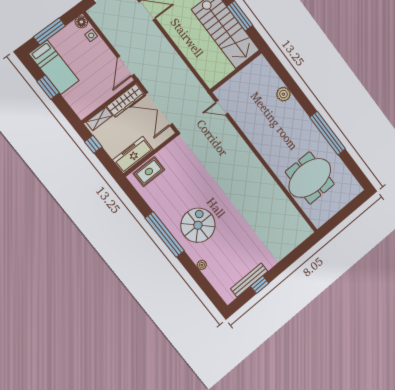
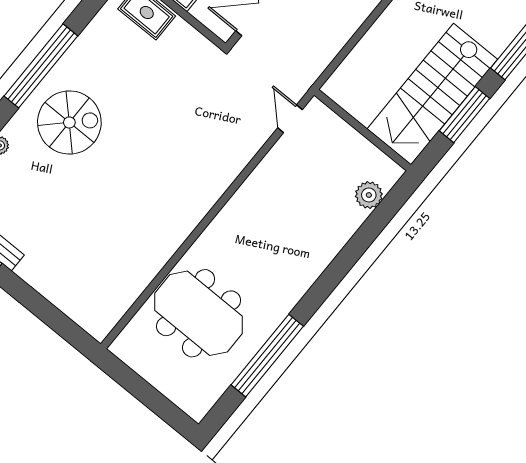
plant: (283, 94) -> (369, 195), moved
window: (328, 133) -> (267, 356), moved

